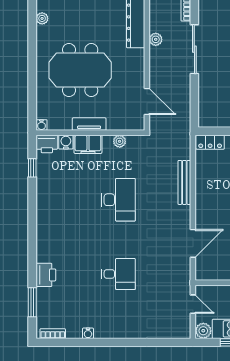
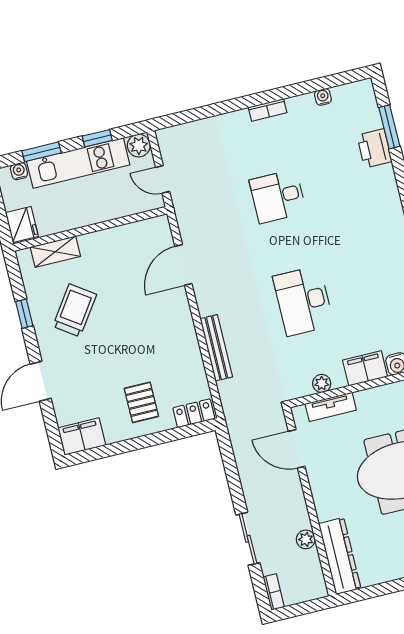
sliding door: (194, 49) -> (248, 539), width x0.73
tv unit: (89, 124) -> (331, 407), moved
printer: (46, 275) -> (374, 148), moved
water cooler: (88, 333) -> (323, 97), moved
bookcase: (53, 334) -> (268, 110), moved

